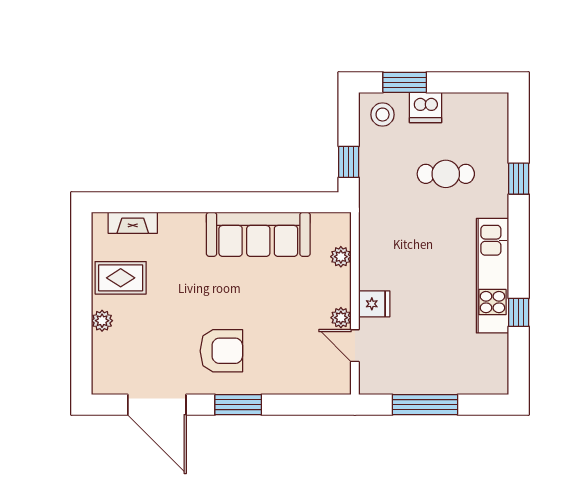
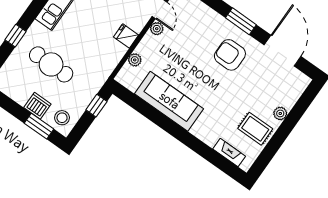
cafe table: (446, 174) -> (51, 64), width x1.37, depth x1.35
fridge: (374, 304) -> (126, 36), moved

